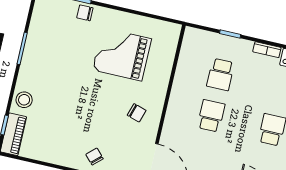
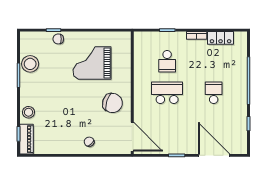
stool: (41, 37) -> (30, 64), added
chair: (137, 113) -> (113, 103), width x1.87, depth x1.87
school desk: (211, 116) -> (167, 93), width x1.85

